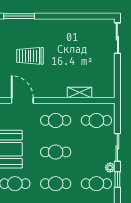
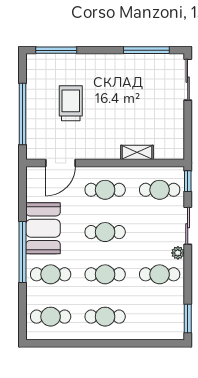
window: (86, 16) -> (146, 50), added
trolley: (30, 56) -> (71, 103), turned 90
door: (22, 100) -> (60, 163), swing flipped
window: (117, 179) -> (188, 181), moved

